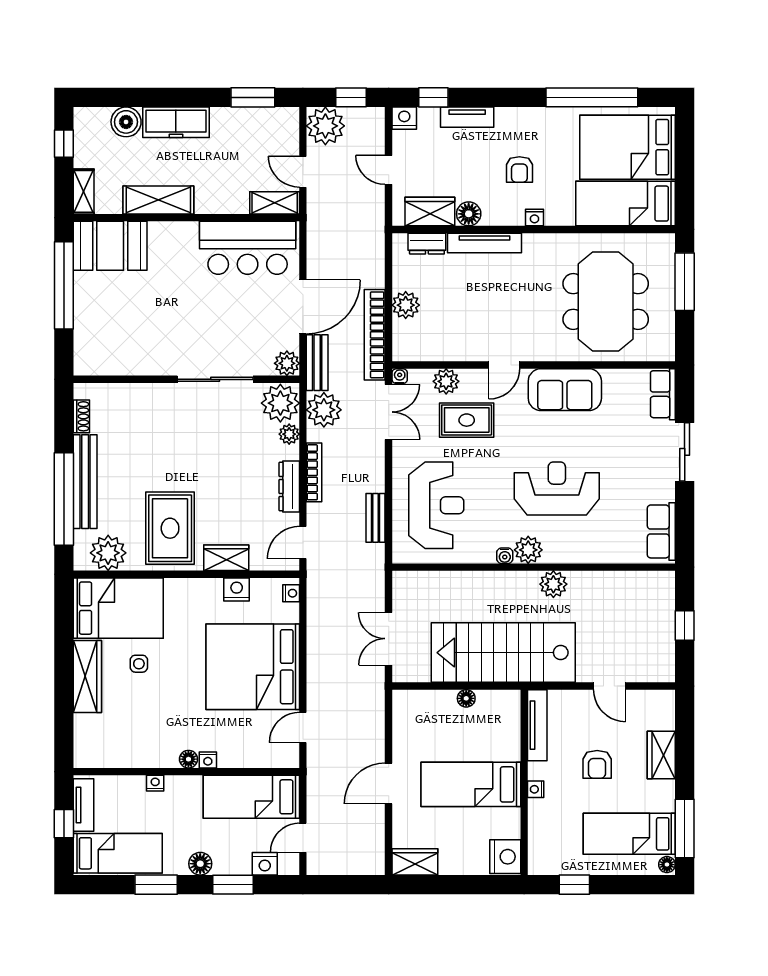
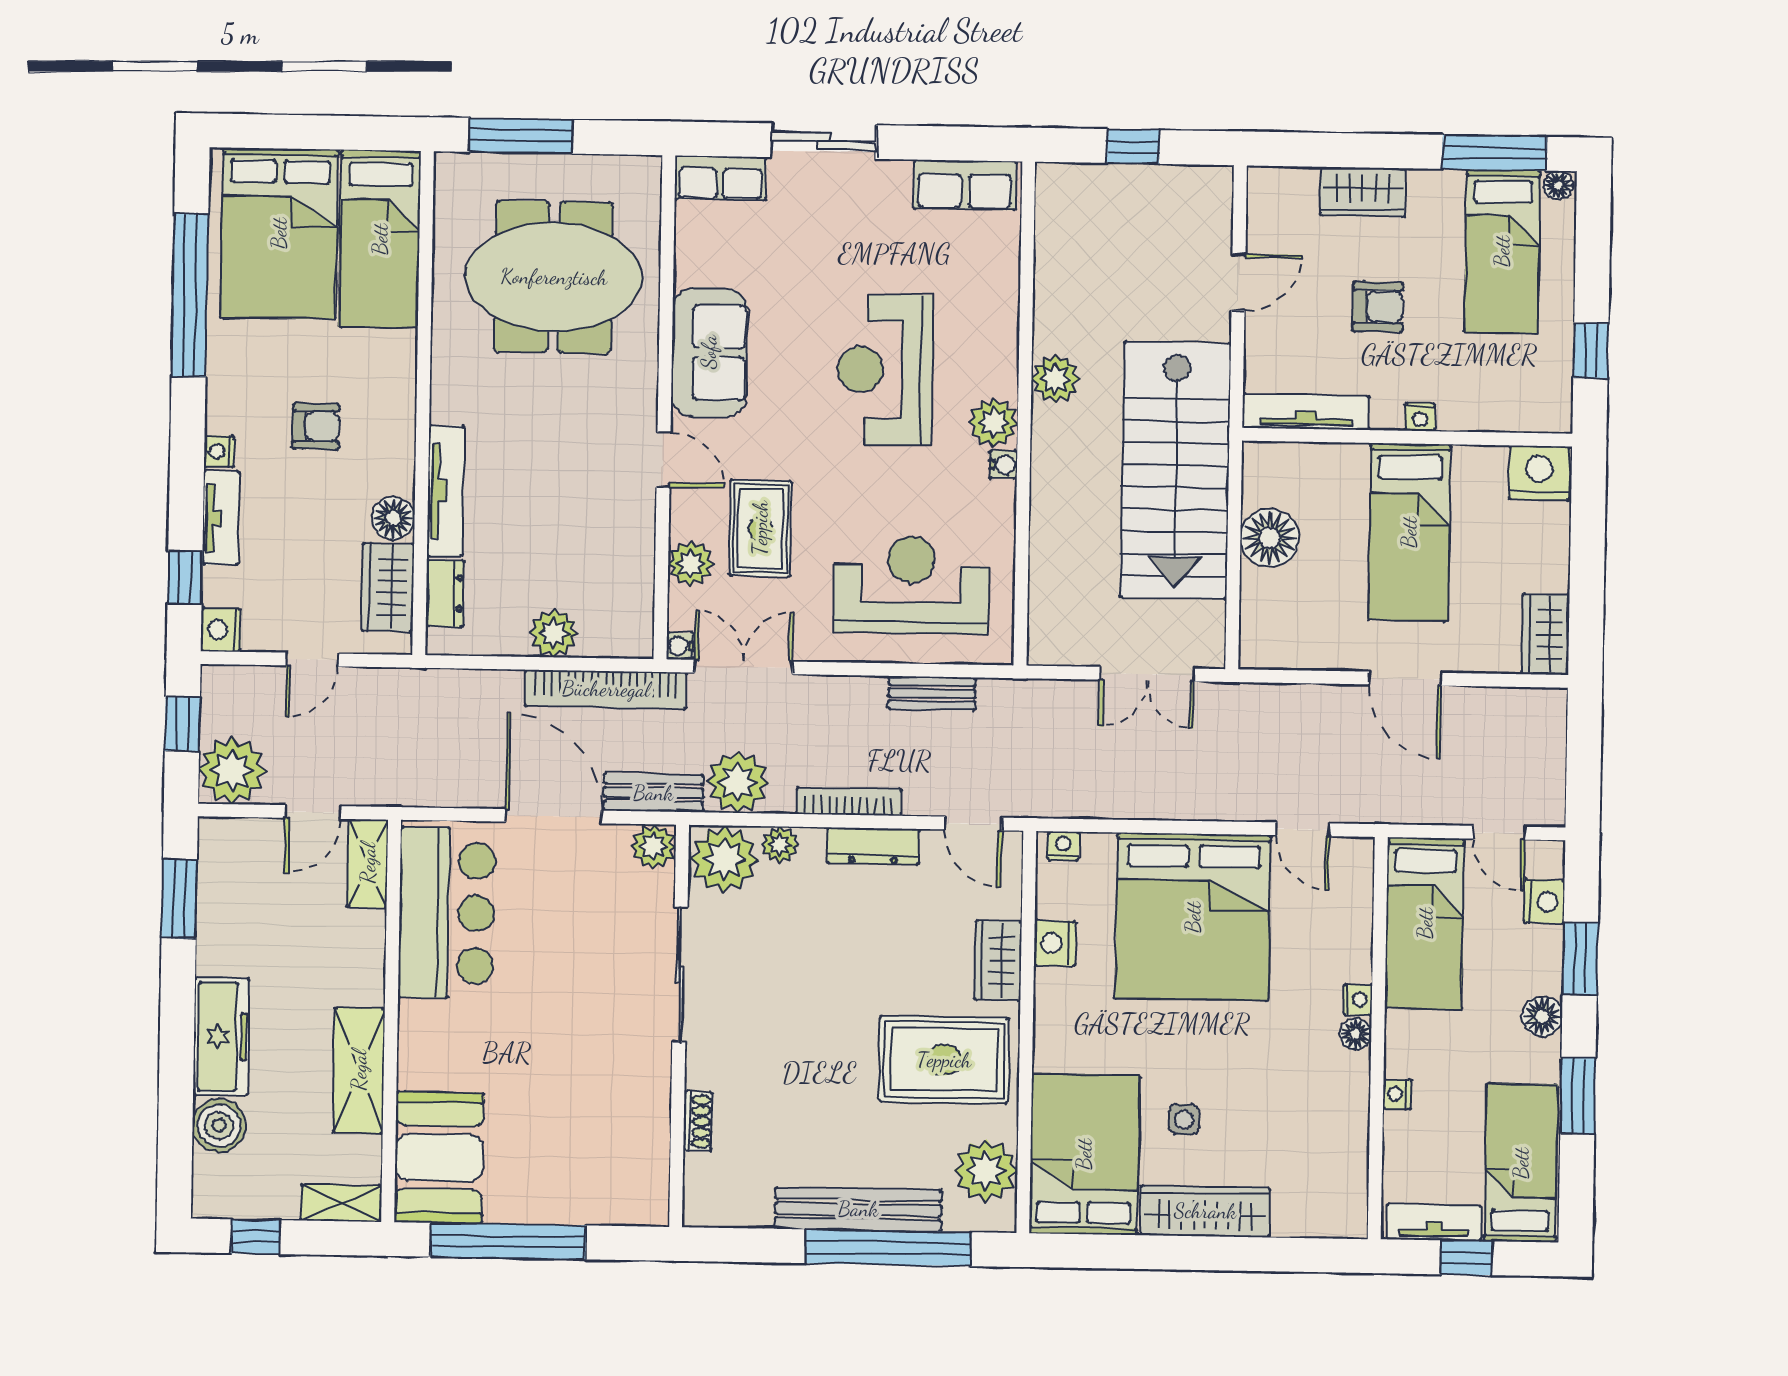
nightstand: (534, 218) -> (219, 451), moved, turned 180
shoe rack: (81, 416) -> (698, 1121), moved, turned 90
floor lamp: (466, 698) -> (1270, 538), width x1.89, depth x1.89

